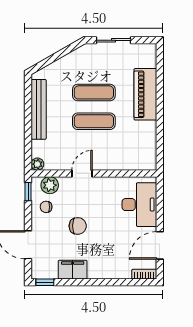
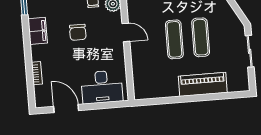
bookcase: (144, 274) -> (37, 73), moved

